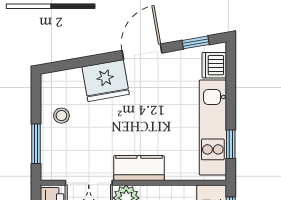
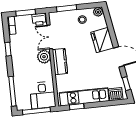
plant: (49, 83) -> (98, 12), added

